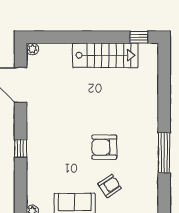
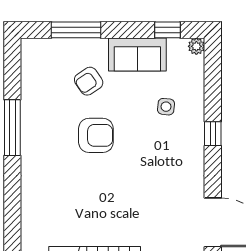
side table: (54, 168) -> (166, 107), added

